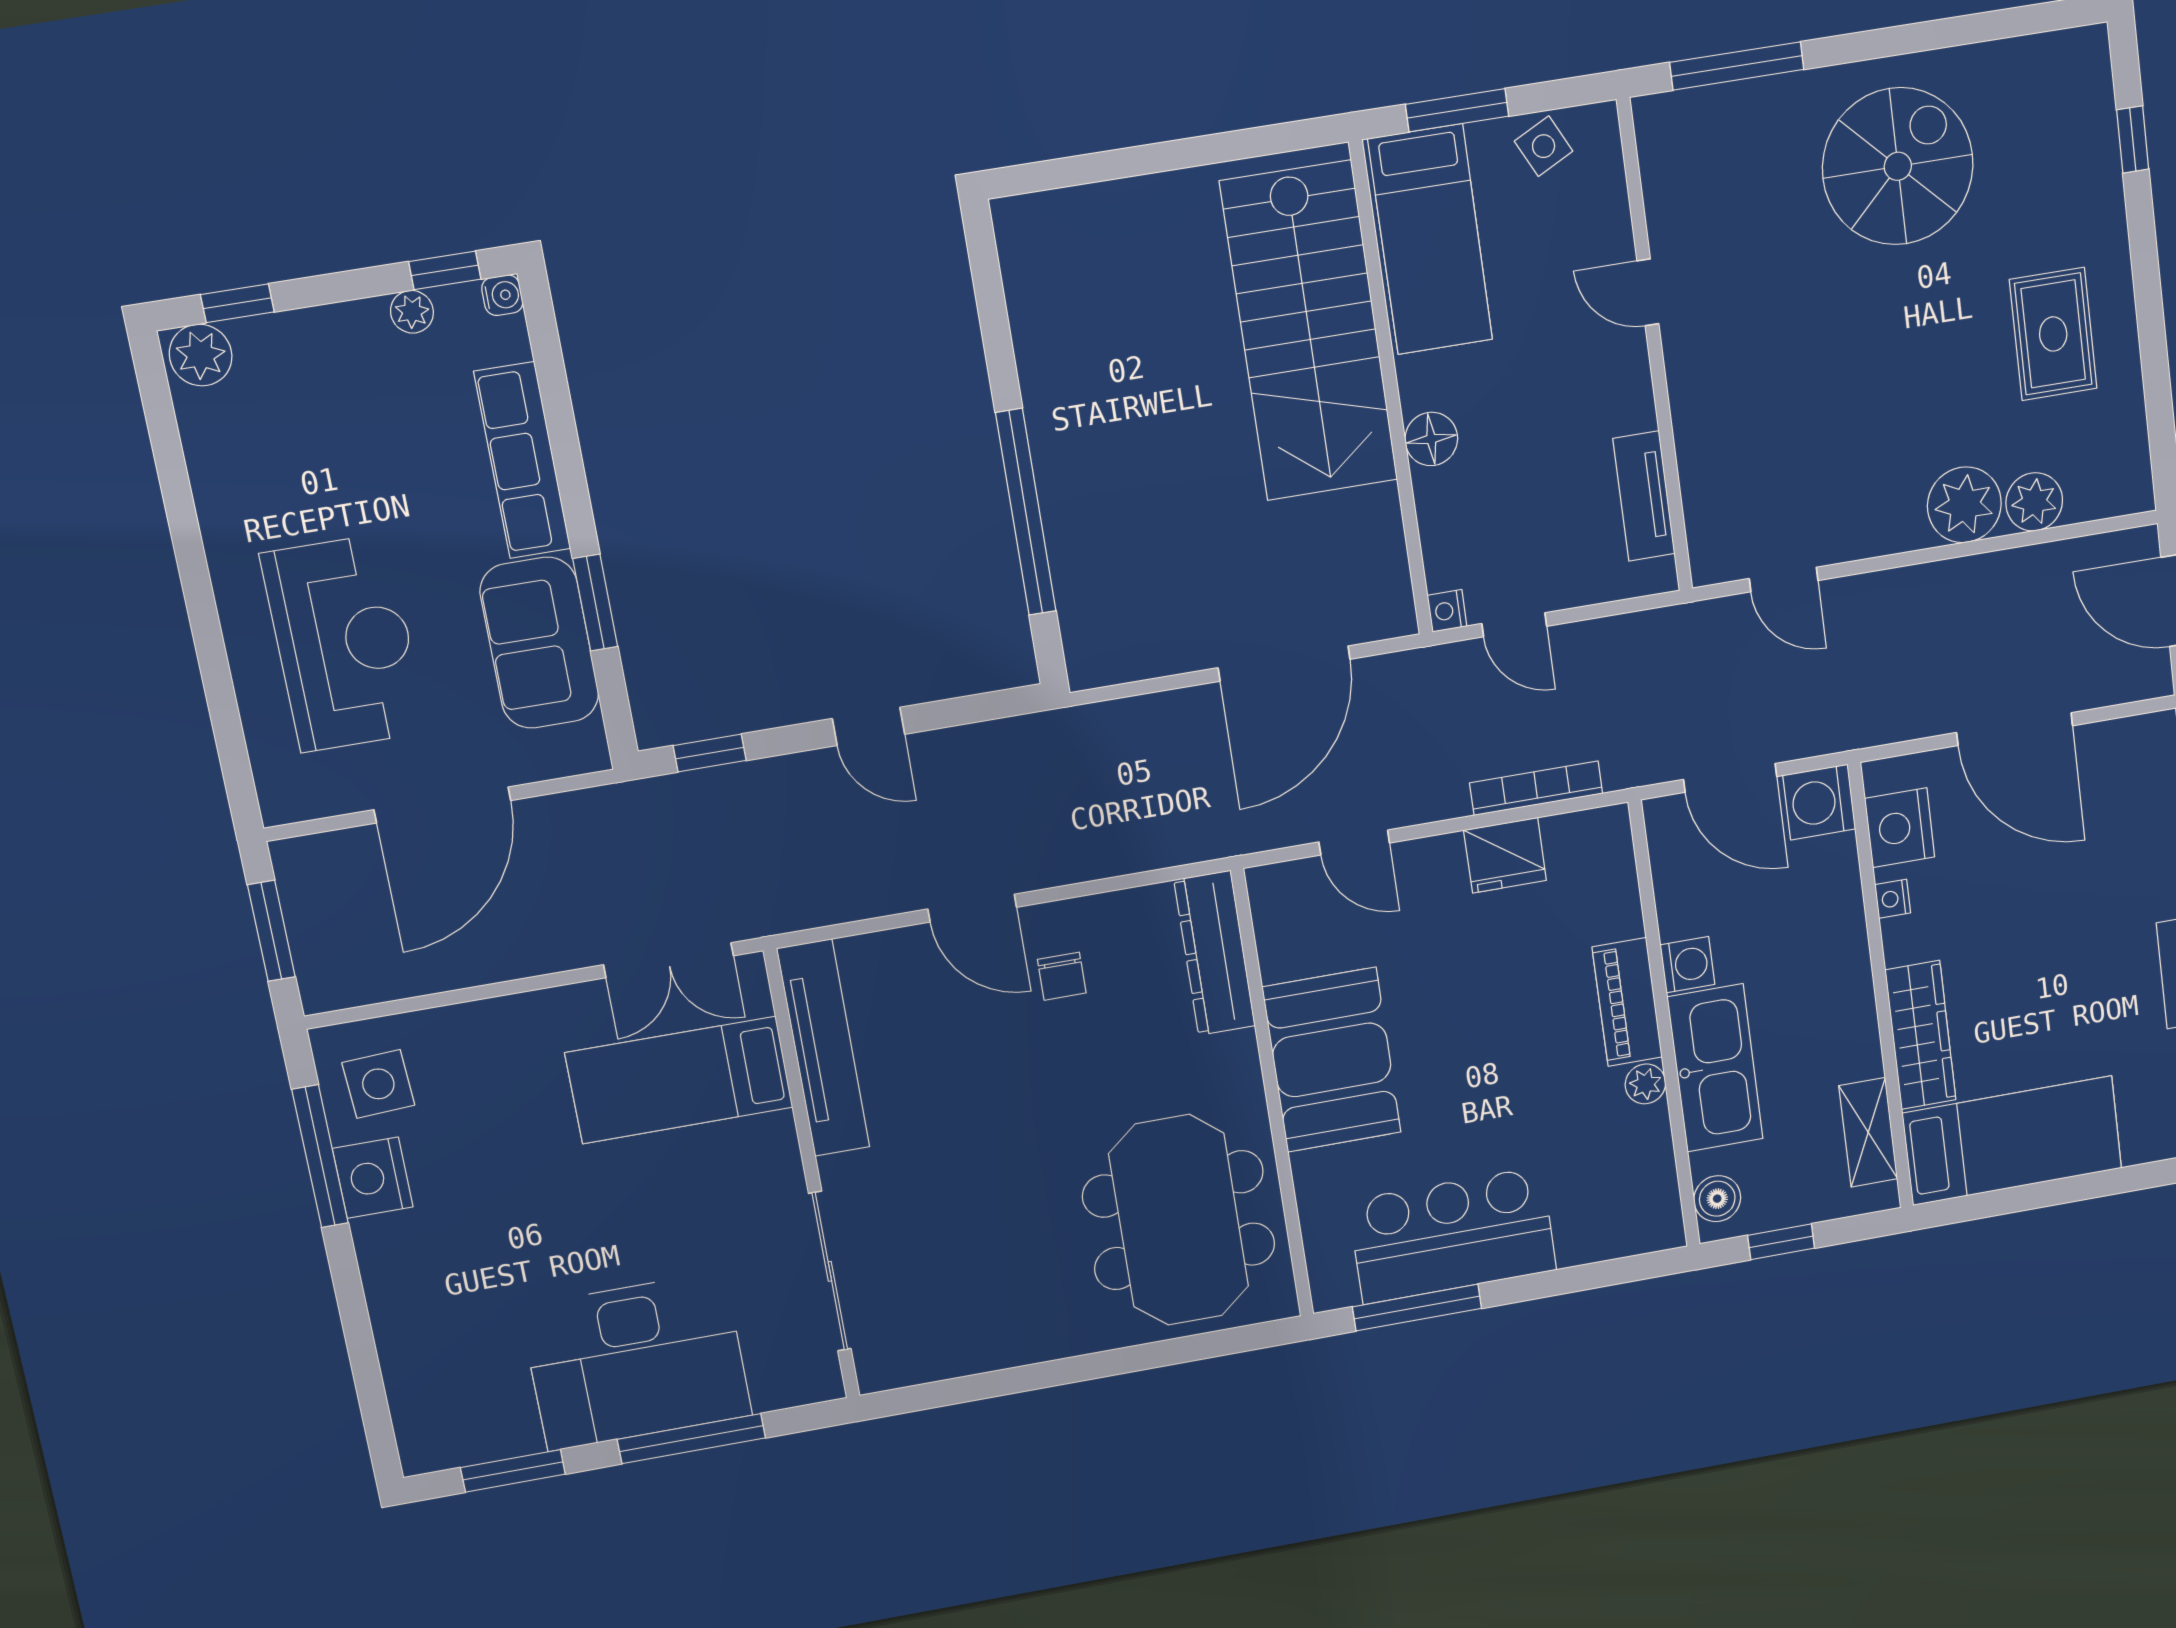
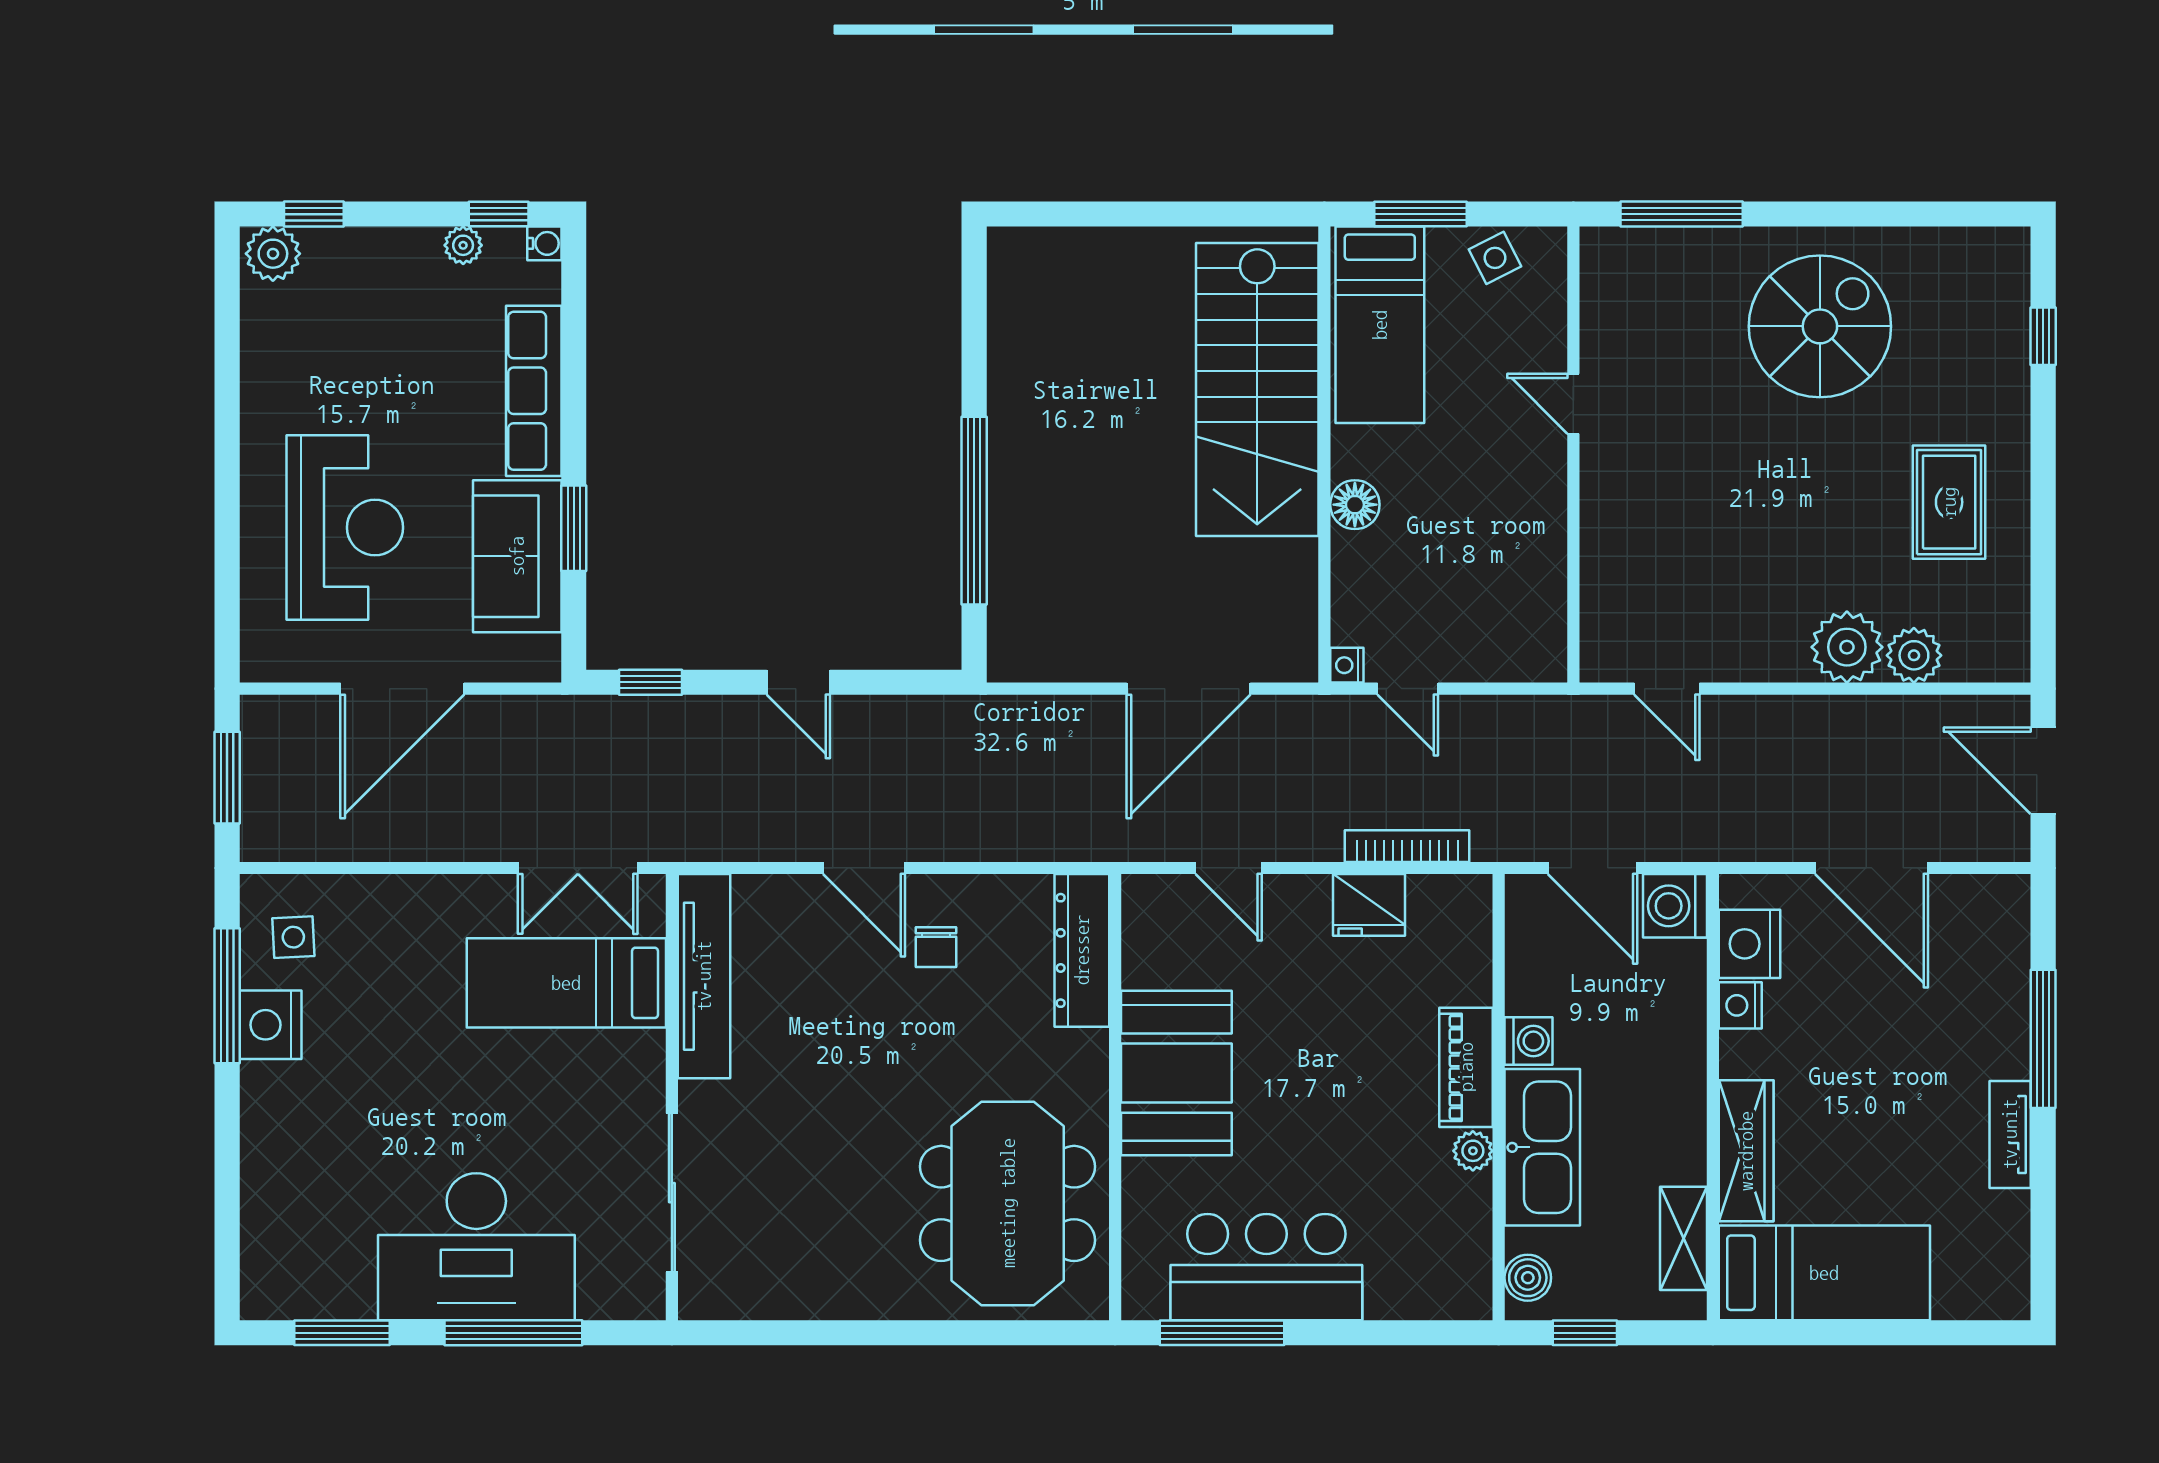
tv unit: (1644, 496) -> (1545, 589), removed
nightstand: (1893, 899) -> (1740, 1005), width x1.39, depth x1.35
side table: (378, 1084) -> (293, 937), width x0.73, depth x0.73

